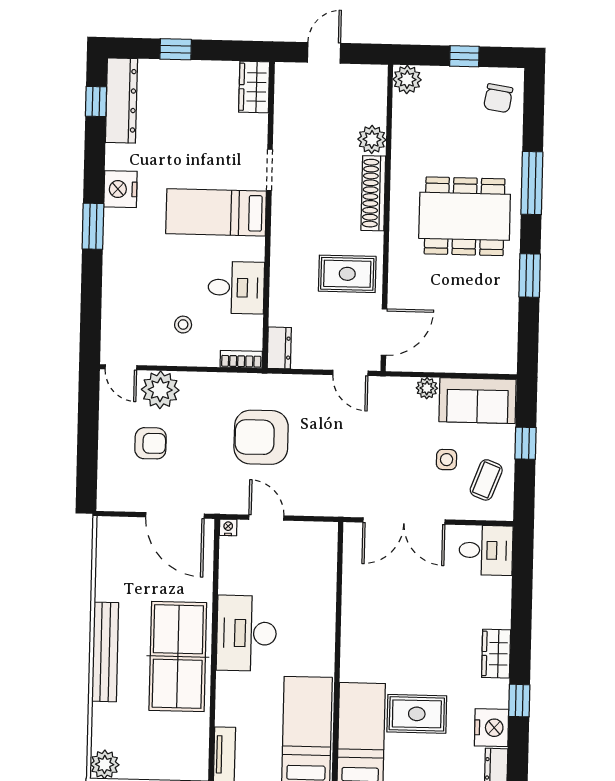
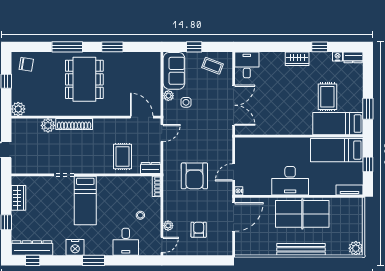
wardrobe: (254, 87) -> (18, 198), moved, turned -90
rug: (347, 274) -> (122, 157), moved
desk: (236, 288) -> (126, 242), moved, turned 180
plant: (160, 390) -> (168, 226), width x0.53, depth x0.53
side table: (447, 460) -> (186, 102), moved
nightstand: (492, 728) -> (338, 56), width x0.53, depth x0.56

